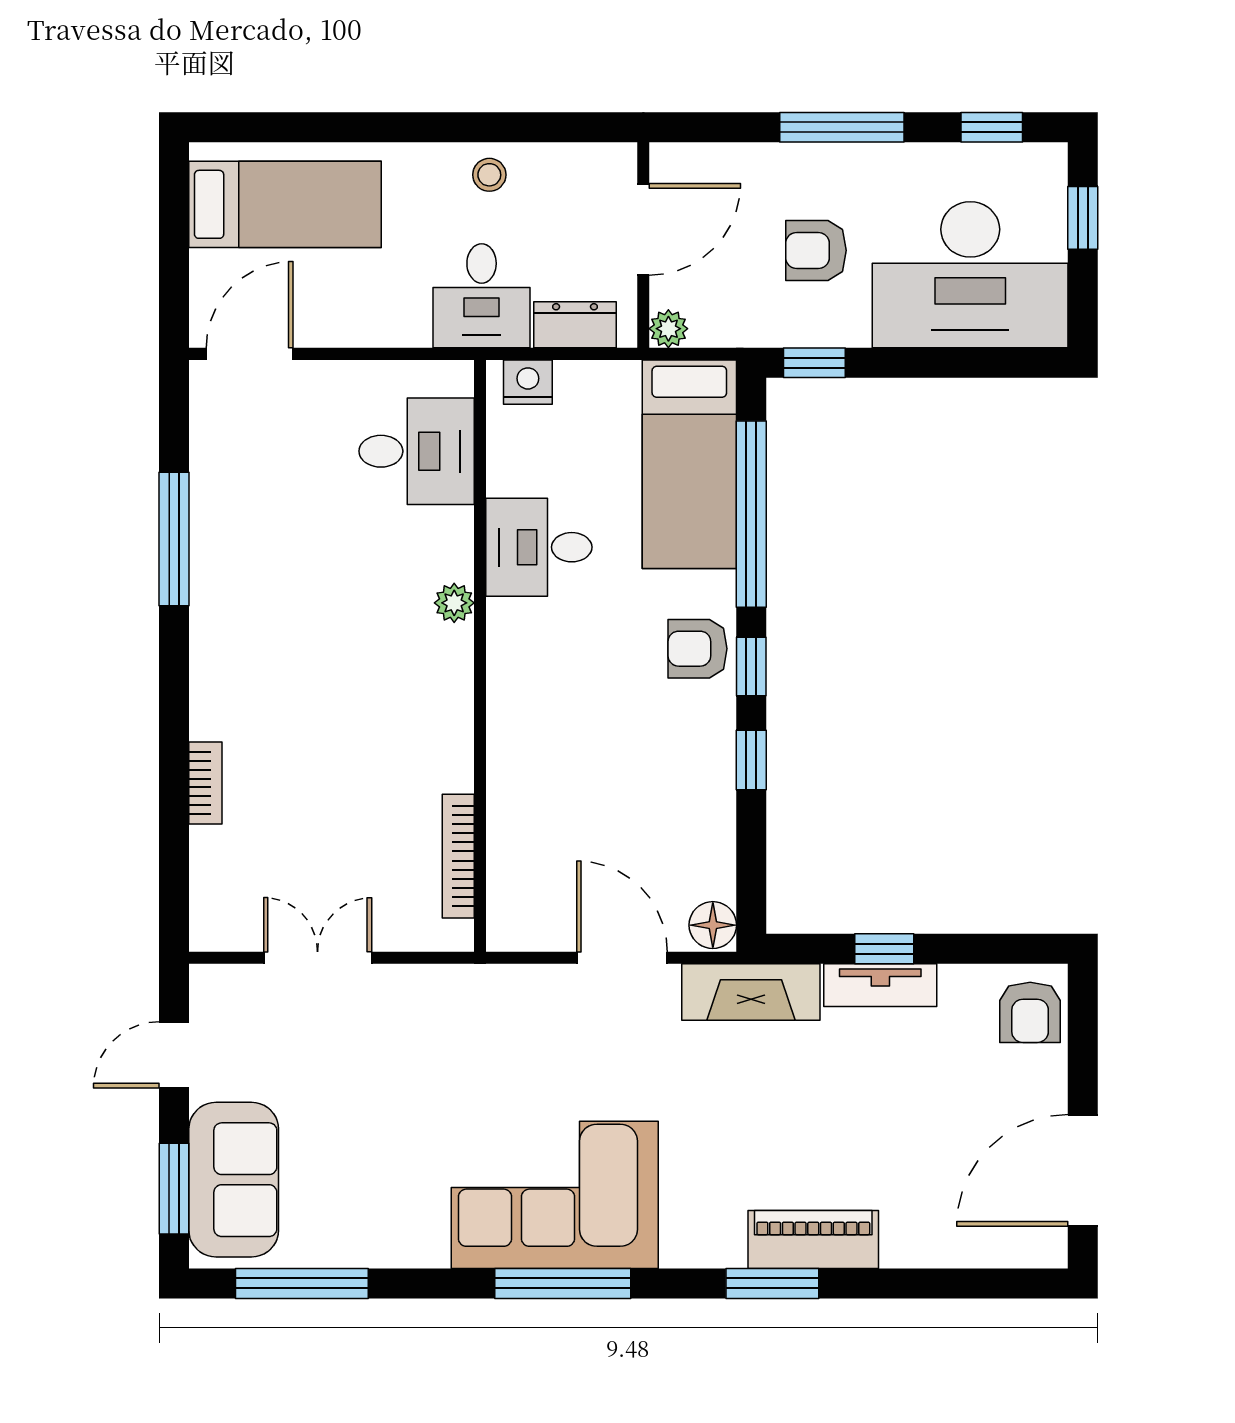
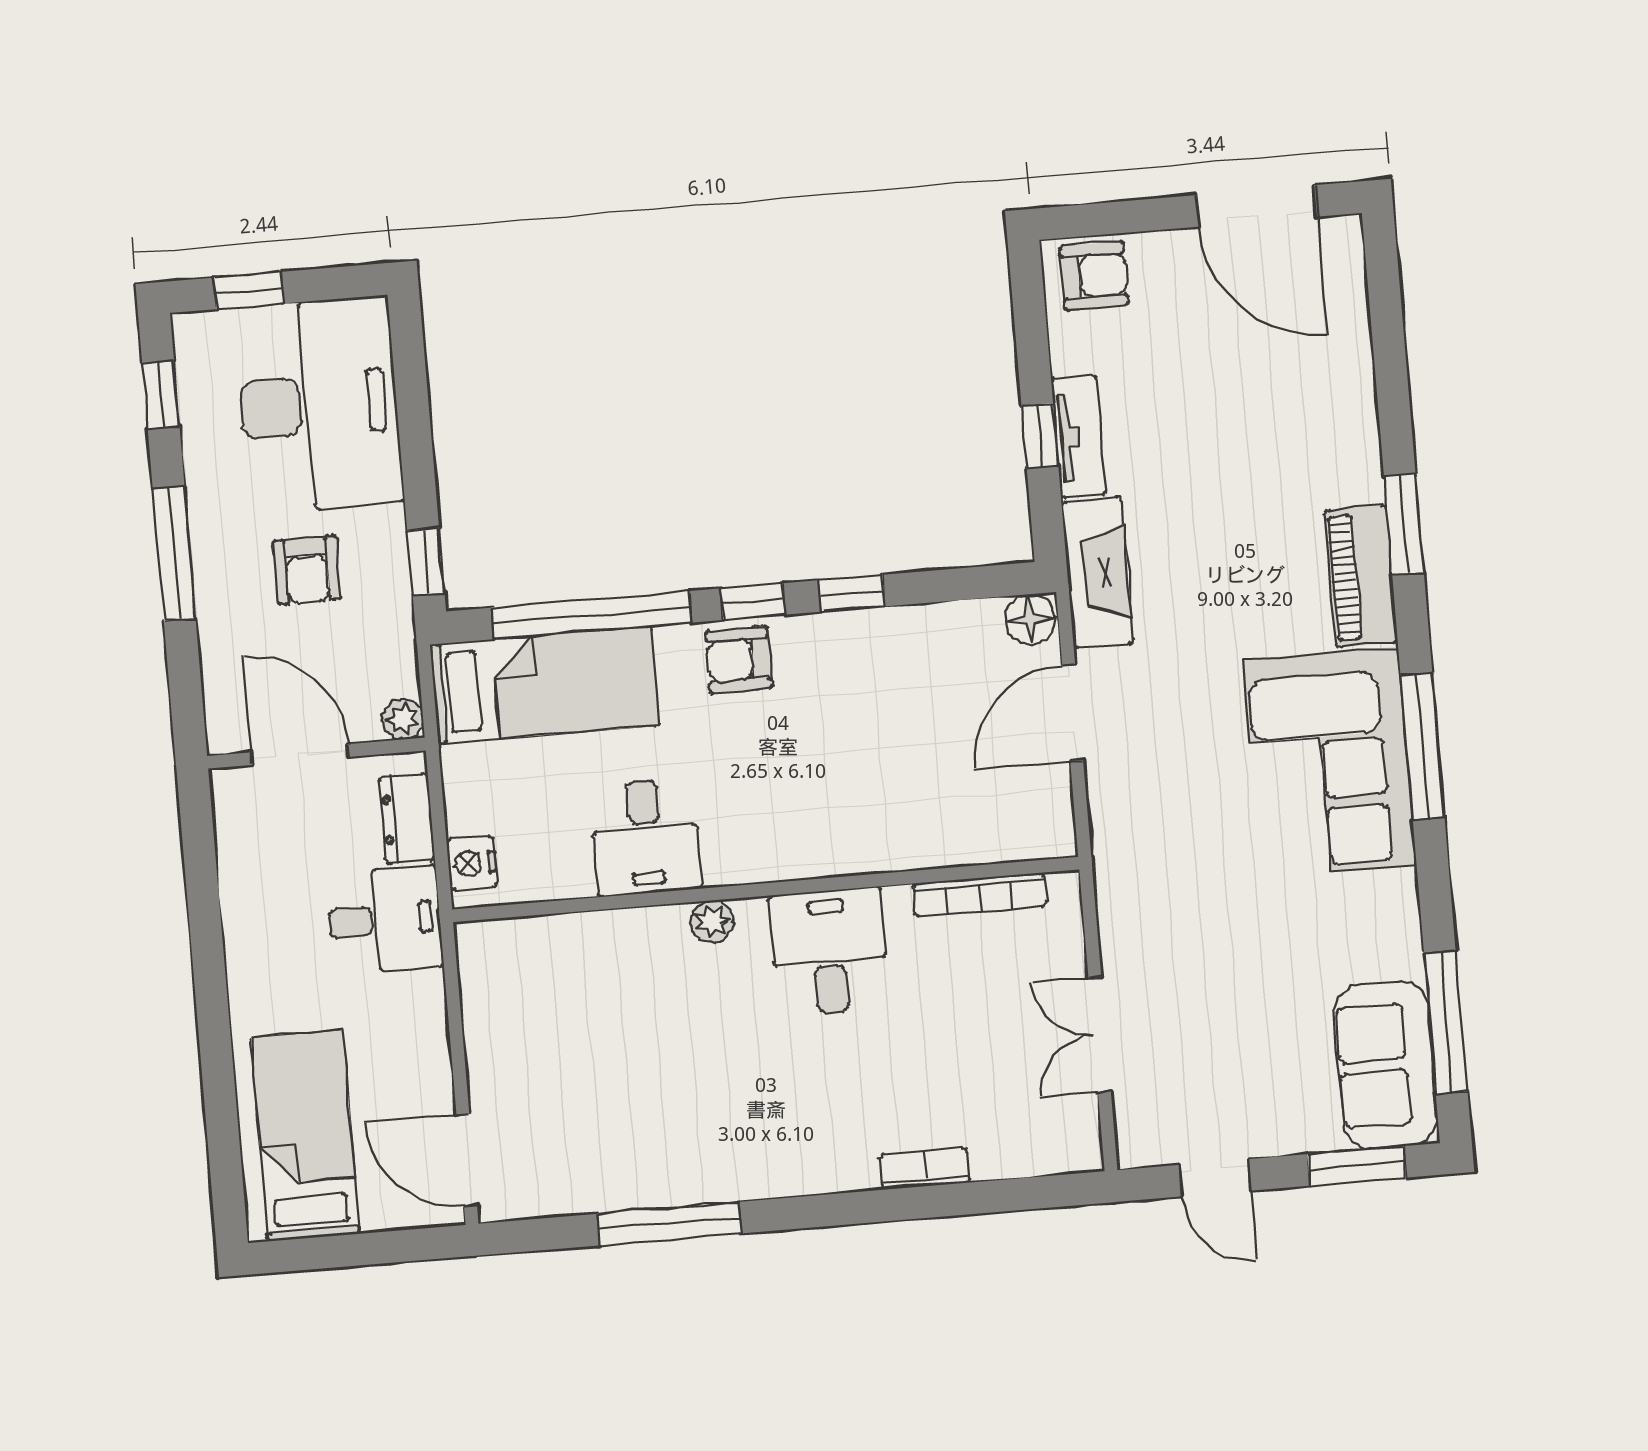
stool: (489, 175) -> (256, 922), removed
desk: (417, 451) -> (829, 952), moved
armchair: (698, 649) -> (739, 660), turned 90
sofa: (234, 1180) -> (1386, 1065), moved, turned -90
piano: (813, 1239) -> (1361, 576), moved

